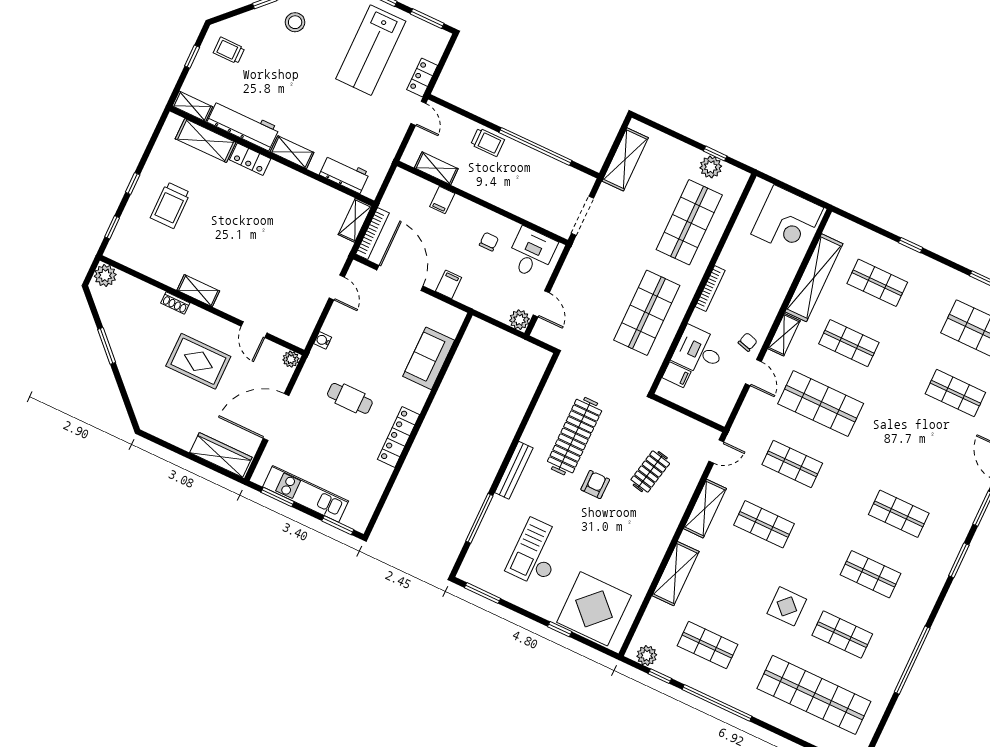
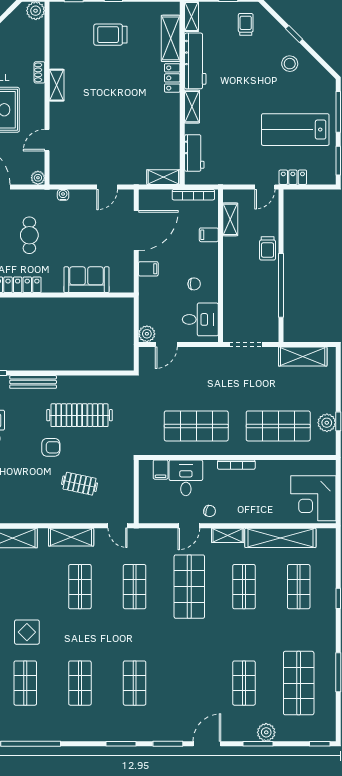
bookcase: (373, 234) -> (193, 195), moved

